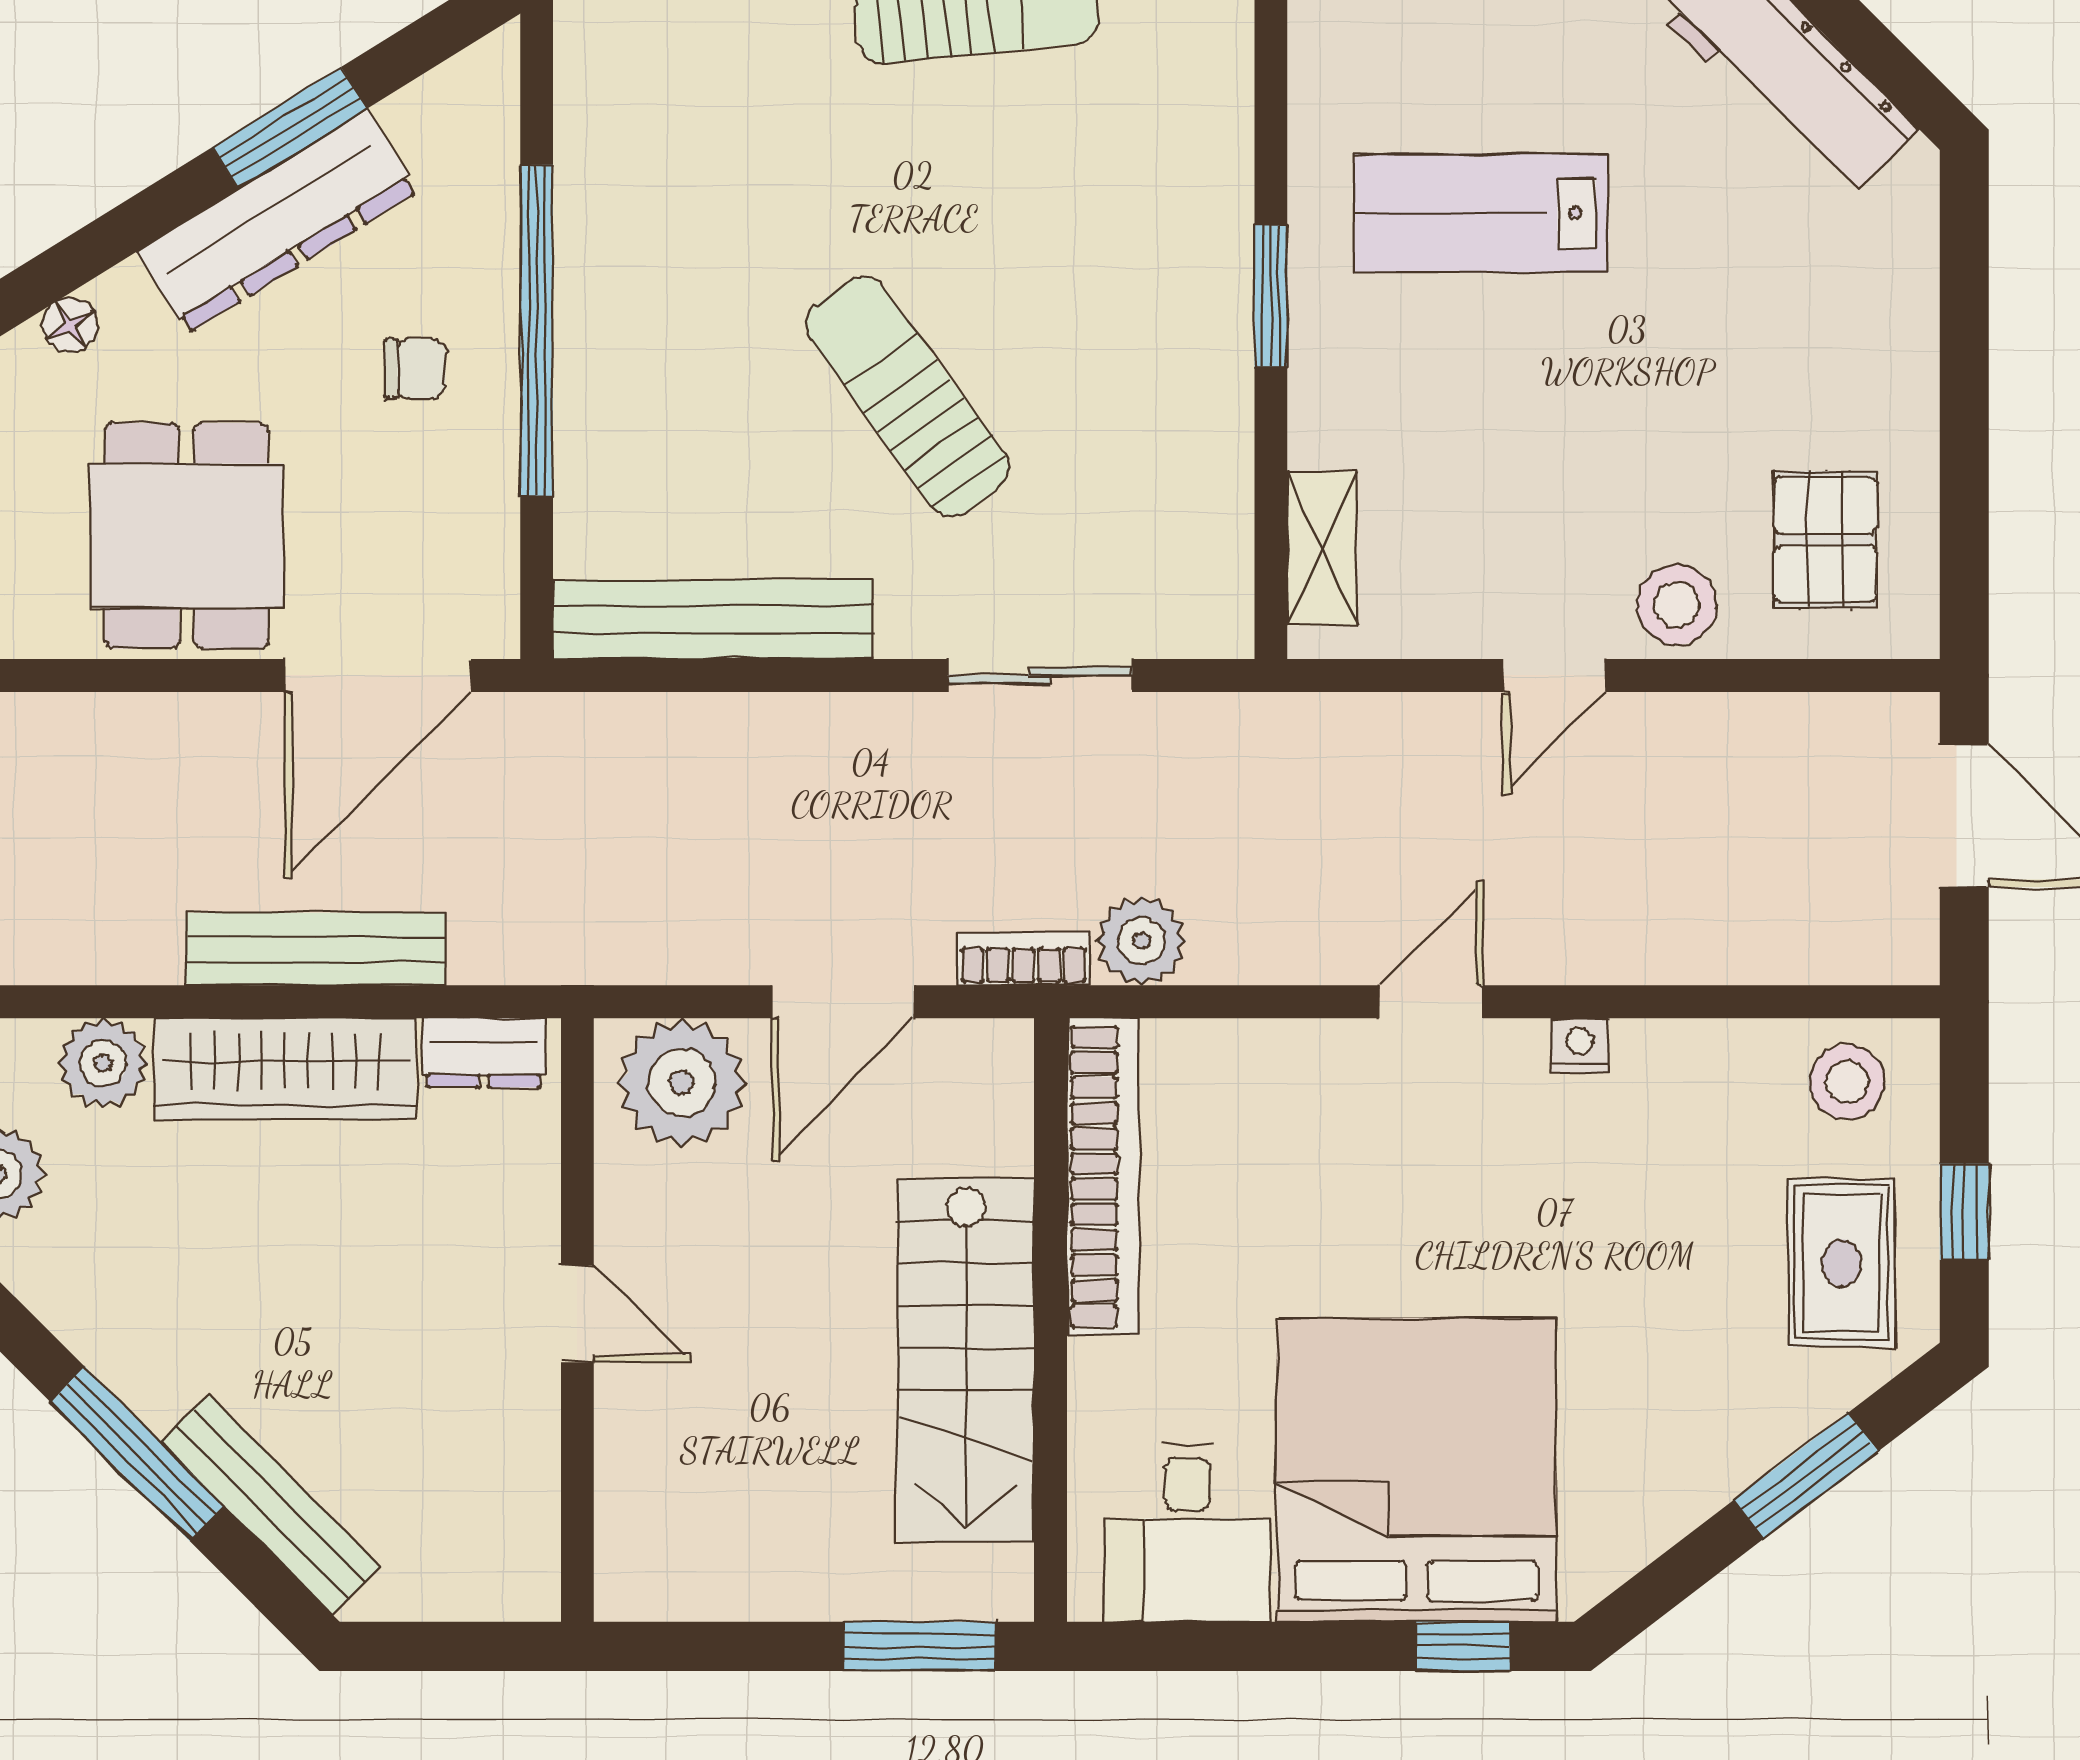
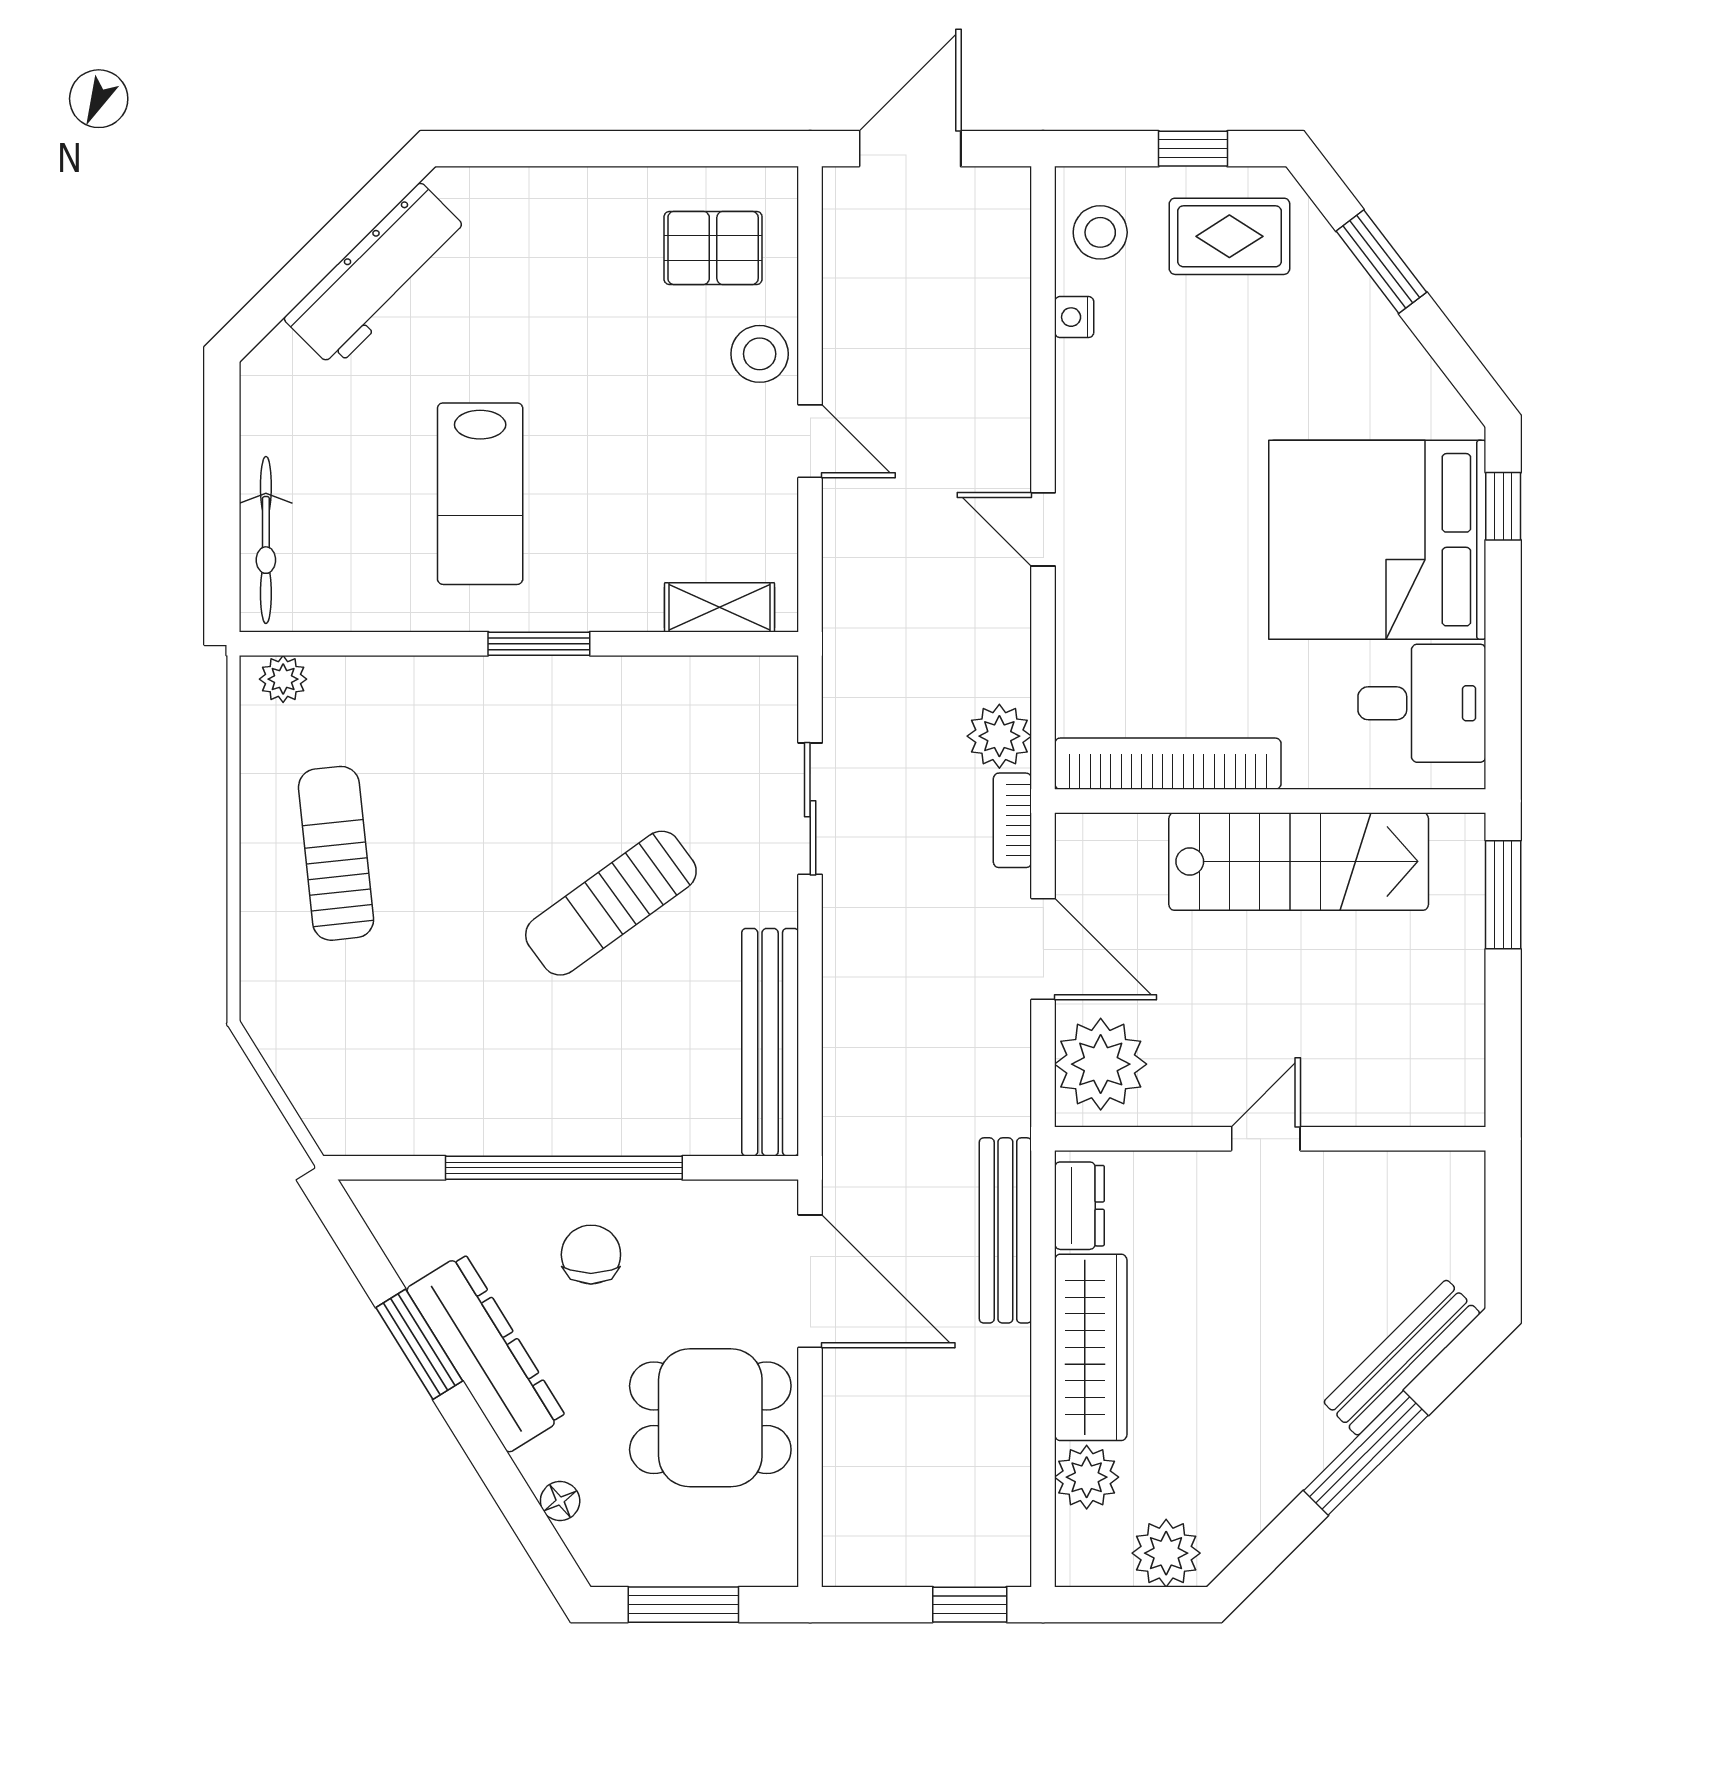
chair: (415, 369) -> (591, 1255), width x1.37, depth x1.37
bench: (316, 949) -> (1005, 1230), moved
nightstand: (1580, 1045) -> (1074, 317), moved

